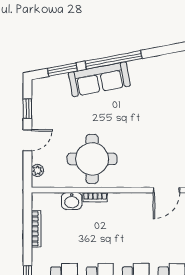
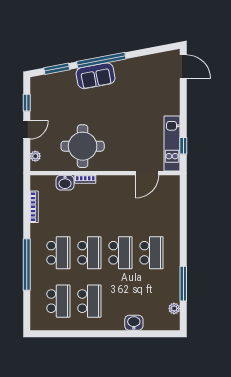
sofa: (99, 79) -> (96, 76), width x0.73

